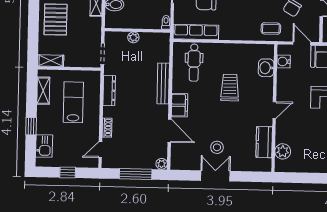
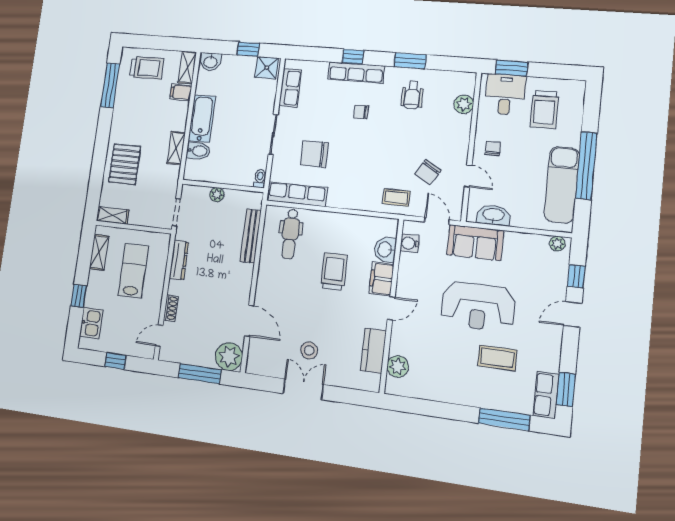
bench: (163, 83) -> (251, 236), moved
filing cabinet: (180, 105) -> (381, 279), moved, turned 180
plant: (162, 164) -> (229, 357), width x1.88, depth x1.88

